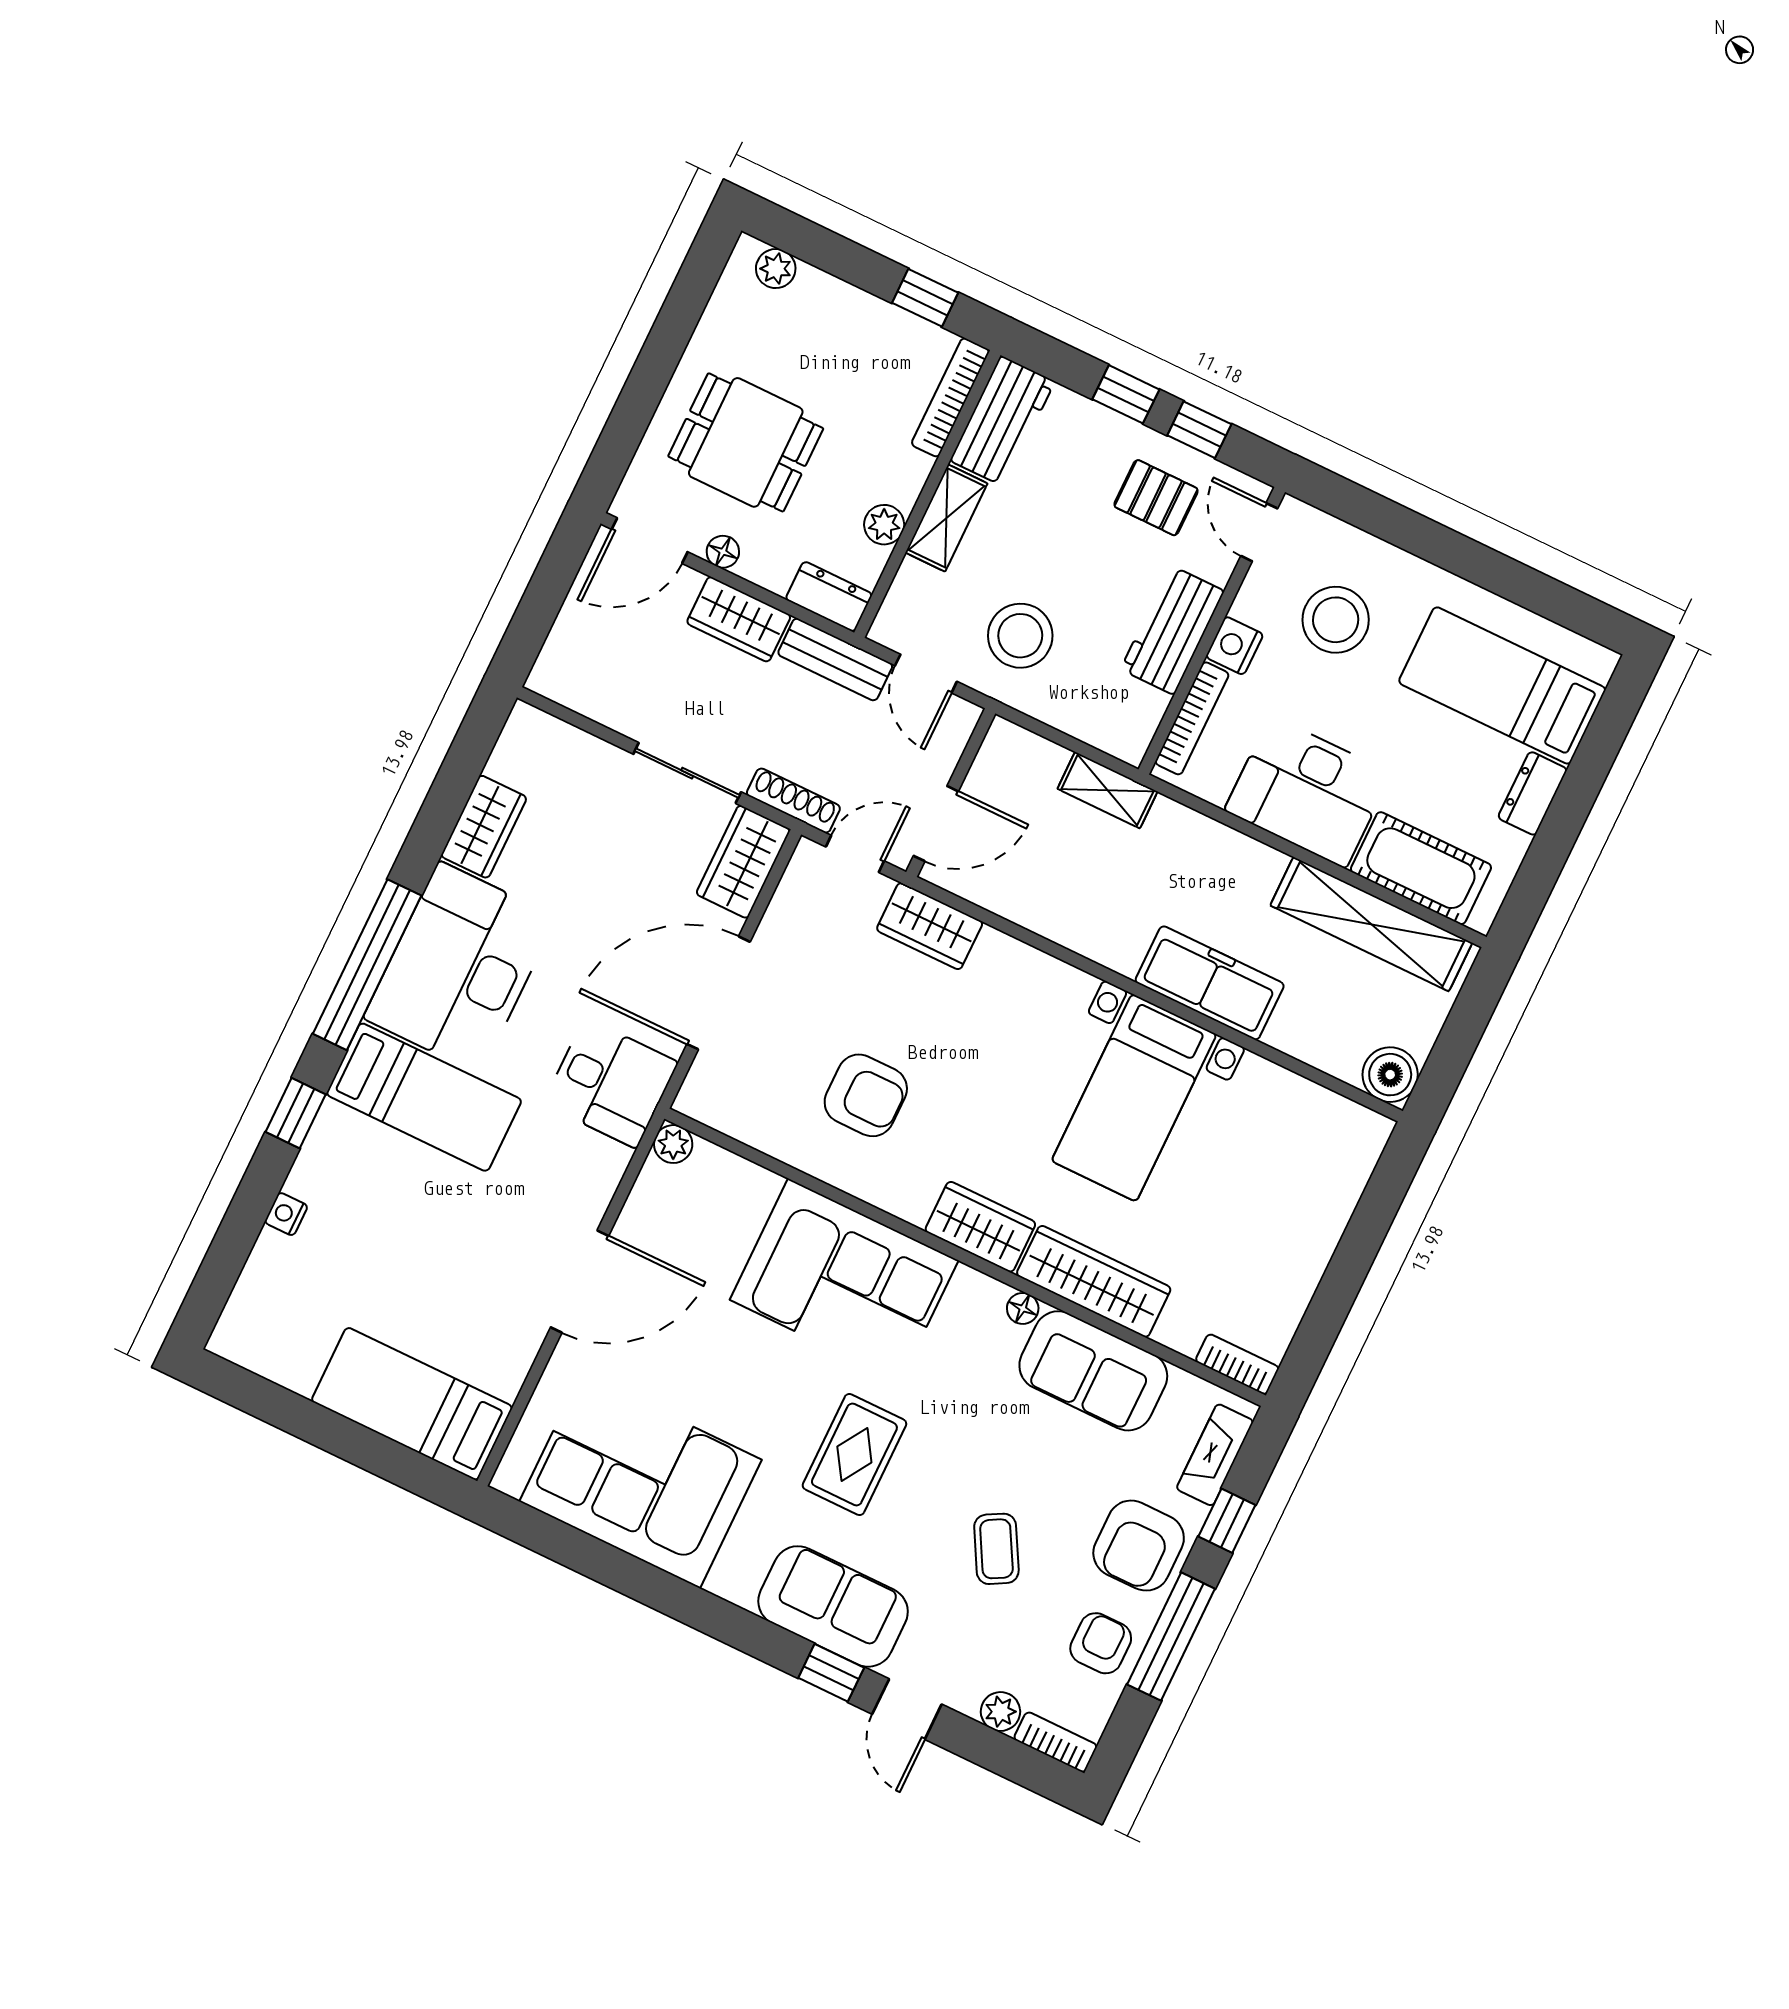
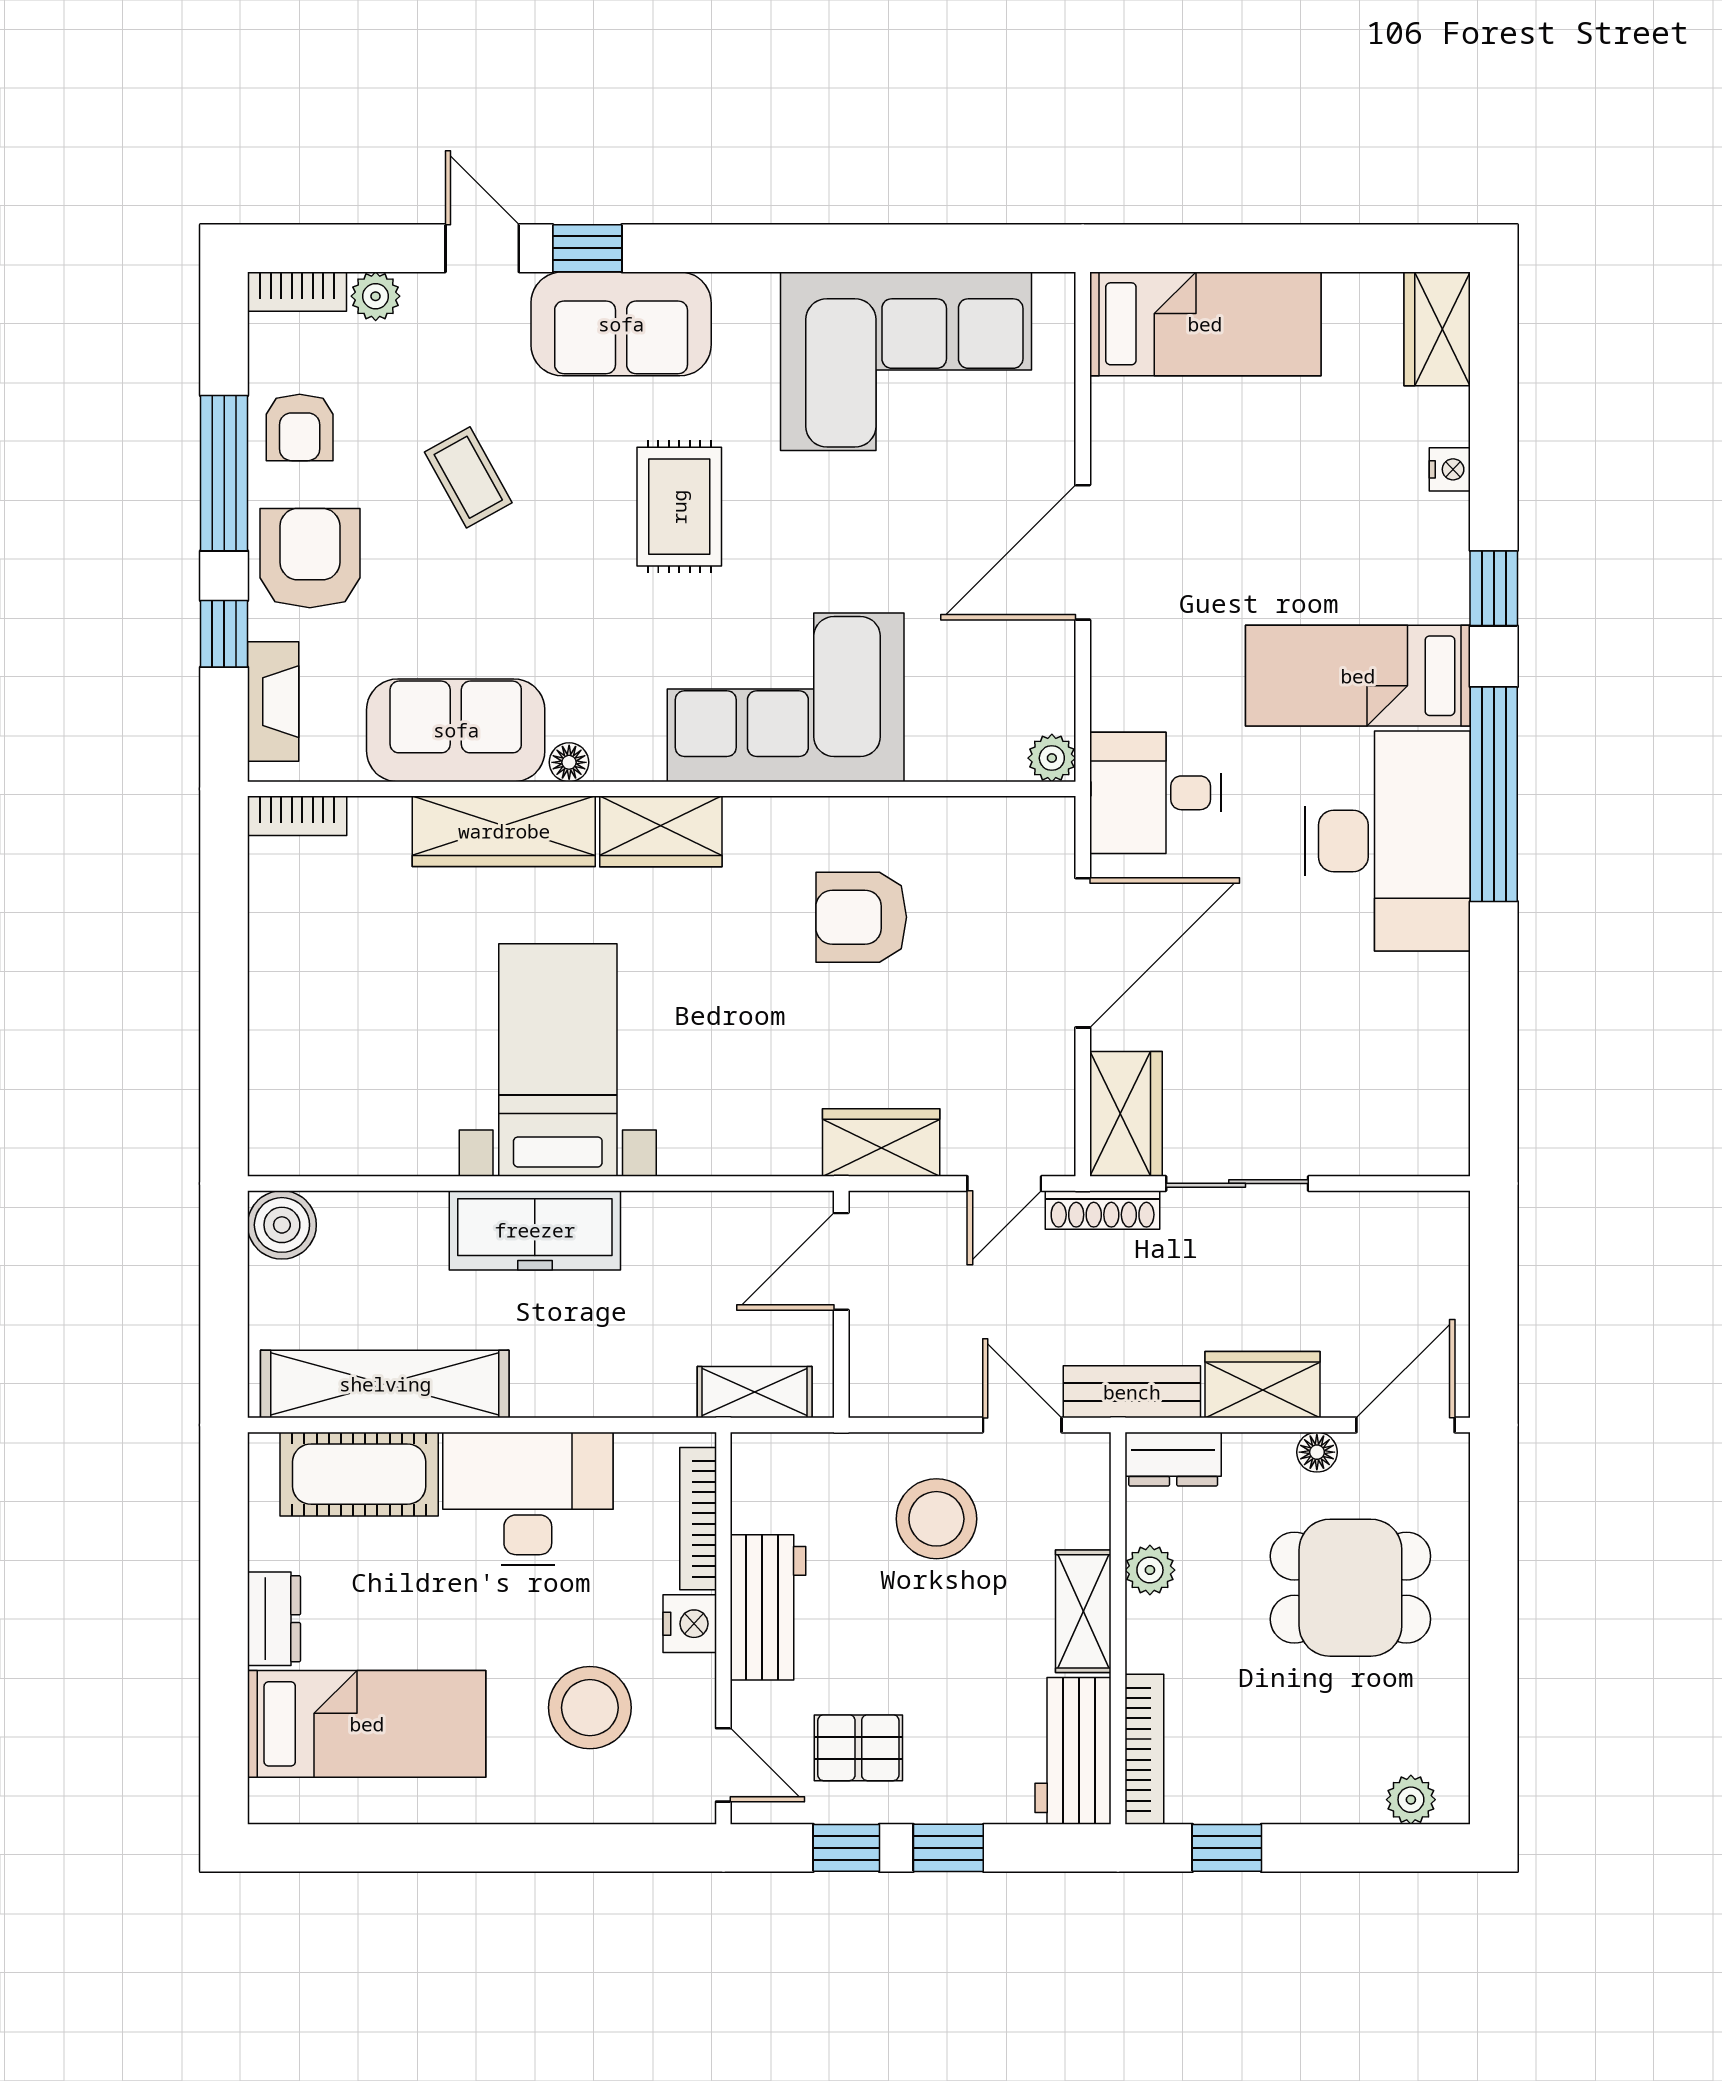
wall: (951, 793) -> (841, 1304), moved
door: (936, 824) -> (841, 1261), moved
wardrobe: (484, 827) -> (1437, 329), moved

